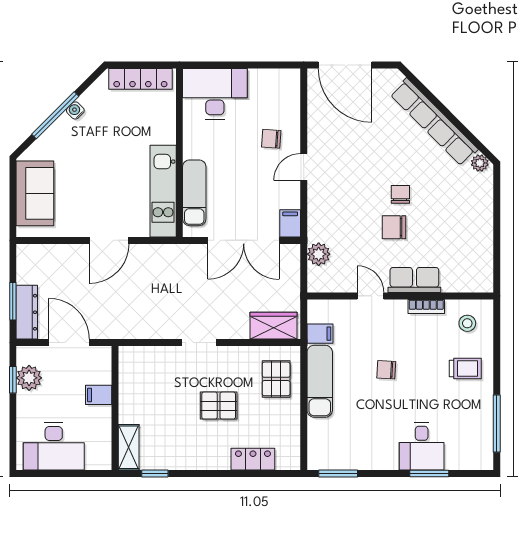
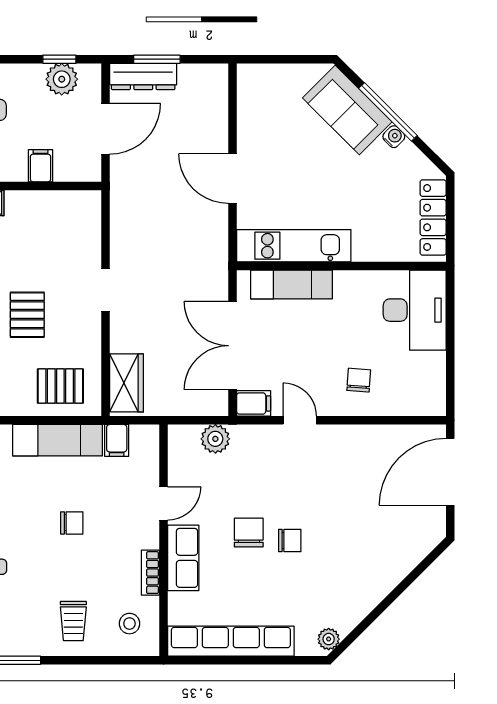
row of seats: (434, 122) -> (231, 641), moved, turned 45
door: (304, 167) -> (300, 420), moved
sofa: (35, 193) -> (347, 110), moved, turned 45
chair: (386, 370) -> (72, 523), turned 87

